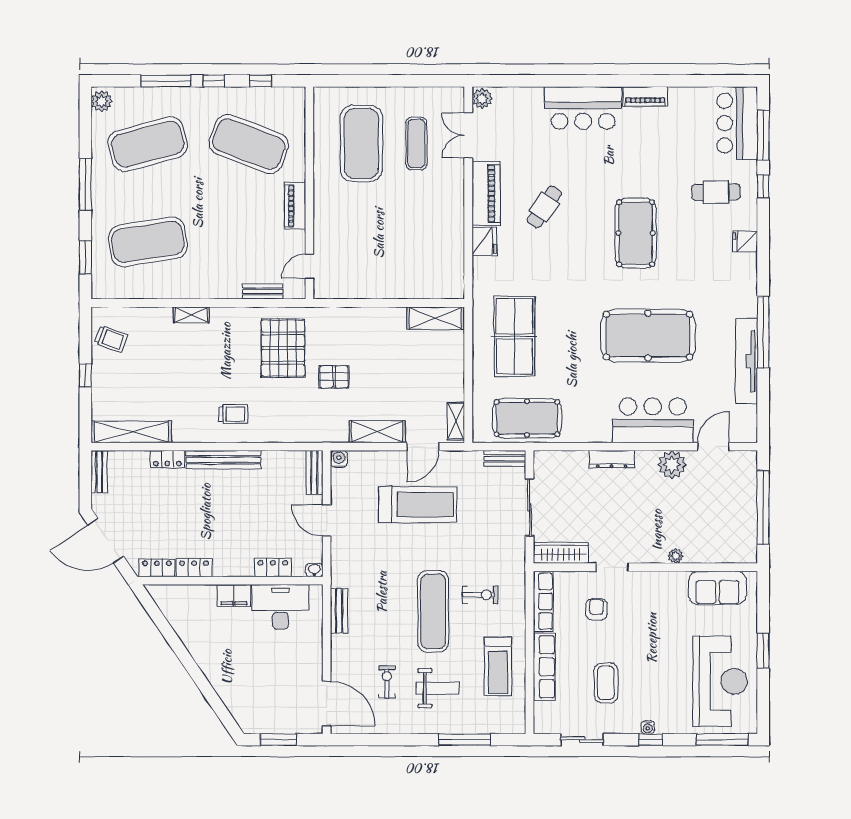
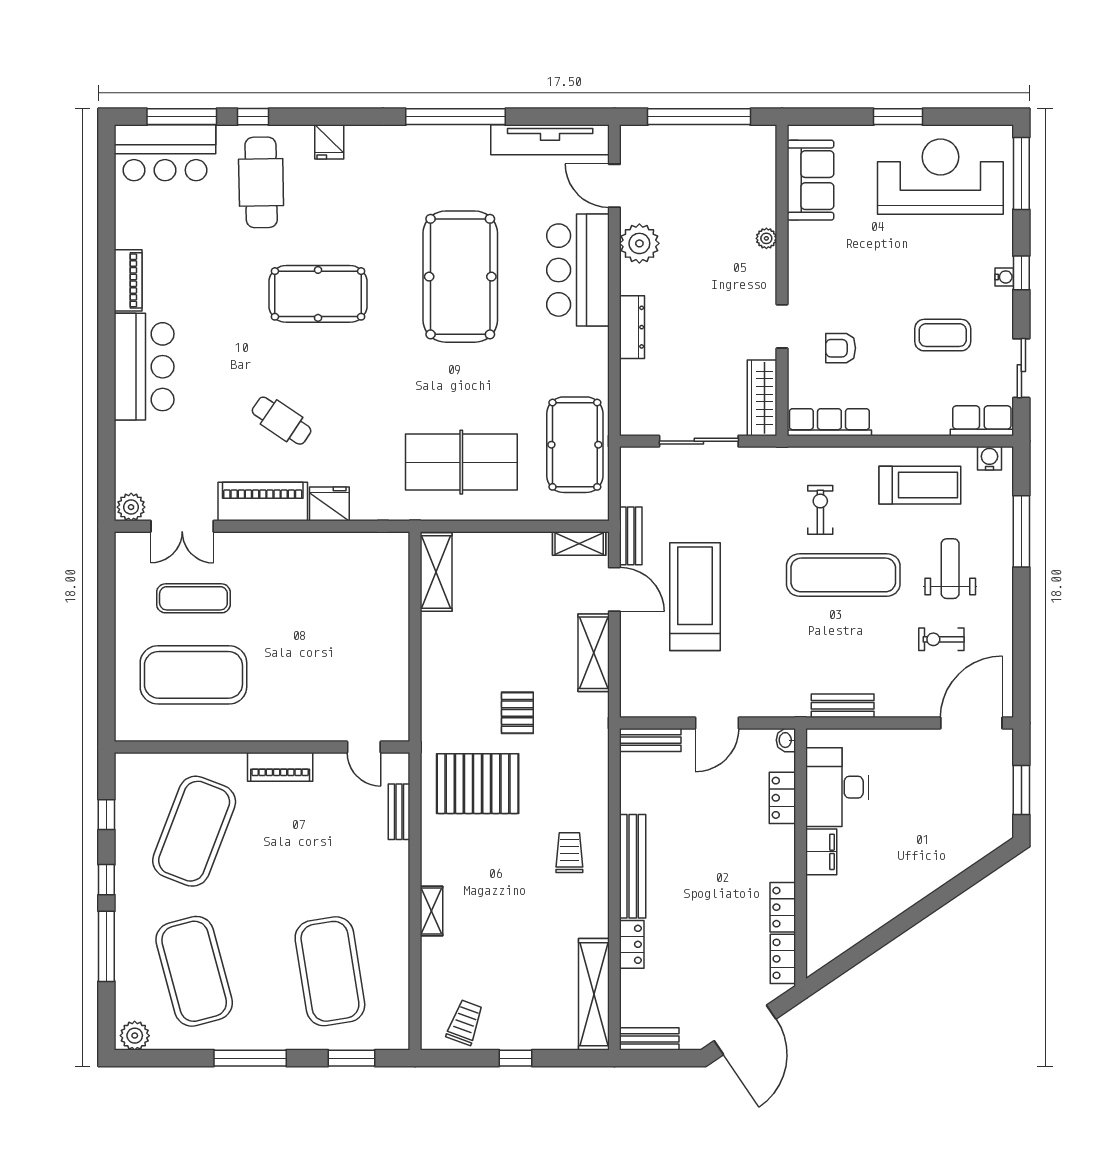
cafe table: (716, 192) -> (261, 182), width x1.37, depth x1.35
tv unit: (747, 361) -> (550, 140), moved
bench: (505, 458) -> (631, 536), moved
water cooler: (339, 459) -> (989, 458), moved, turned 90
row of seats: (544, 667) -> (982, 421), moved, width x0.68

